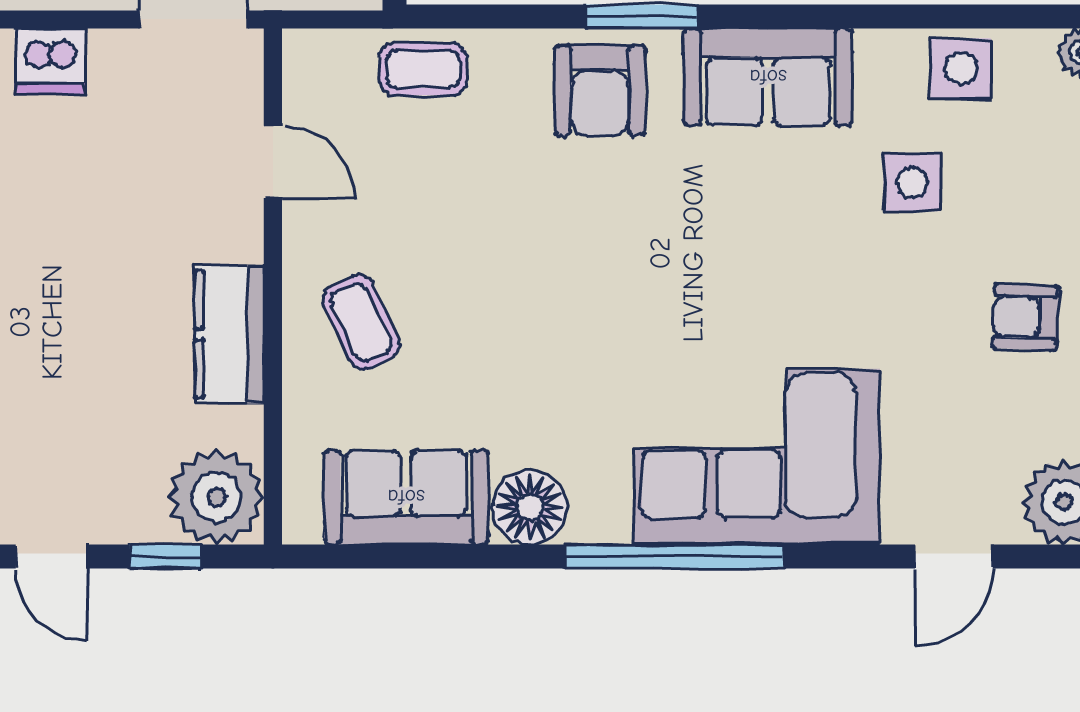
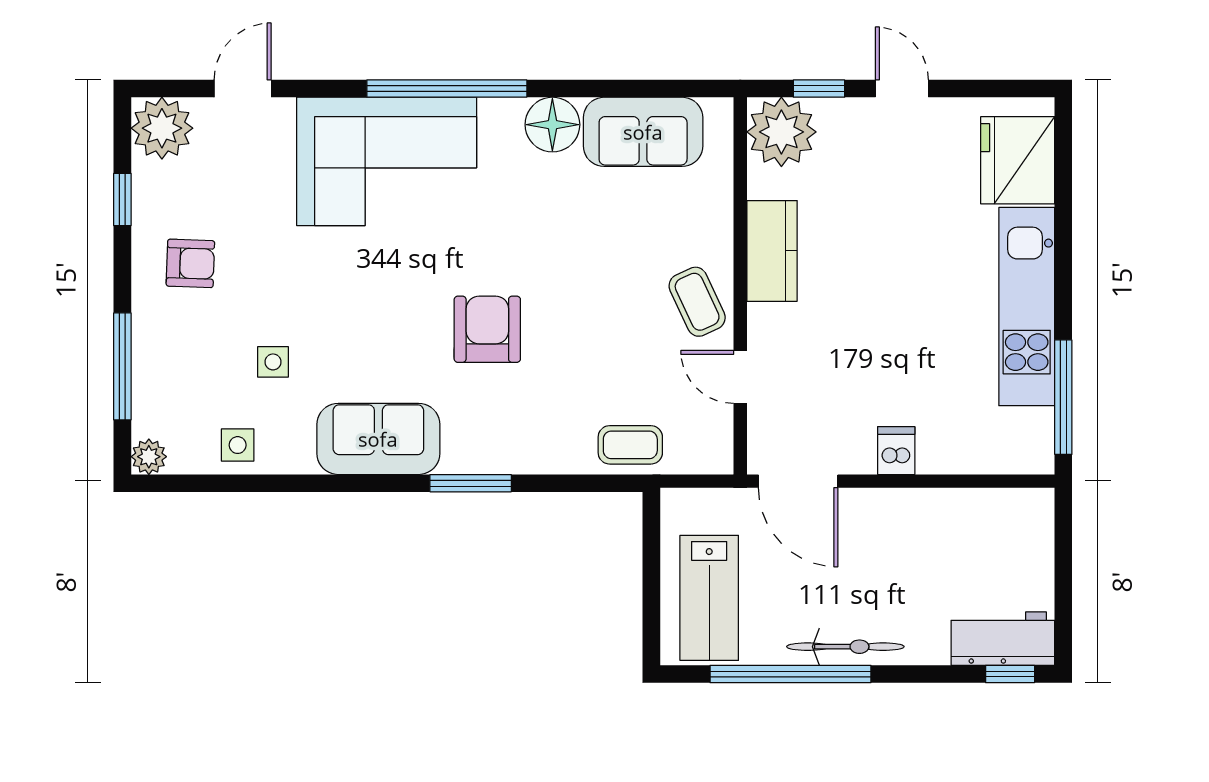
dishwasher: (50, 61) -> (896, 451), width x0.73
side table: (961, 69) -> (238, 445), width x0.73, depth x0.73
armchair: (600, 90) -> (487, 329), moved
side table: (912, 182) -> (273, 362), width x0.73, depth x0.73
coffee table: (361, 322) -> (697, 302), moved

